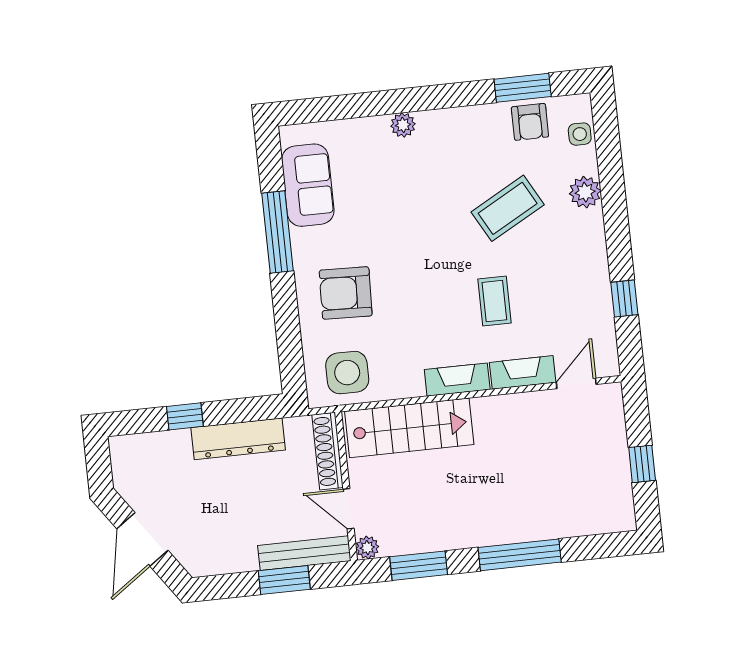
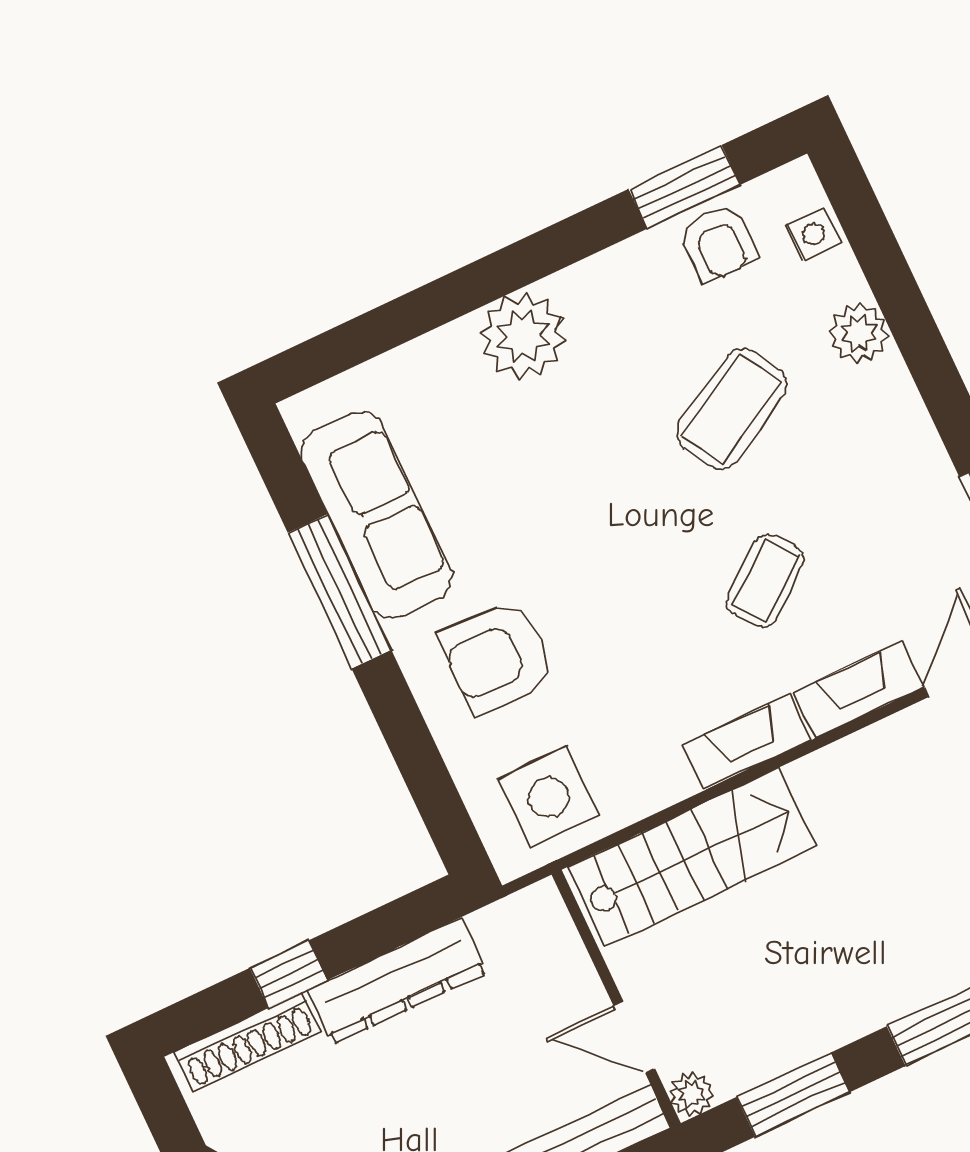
plant: (403, 125) -> (523, 335), width x1.88, depth x1.88
sofa: (308, 185) -> (376, 515), width x1.36
coffee table: (494, 301) -> (765, 581), turned 52
shoe rack: (328, 451) -> (247, 1042), moved, turned -90

